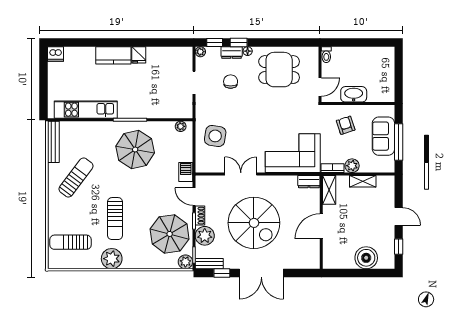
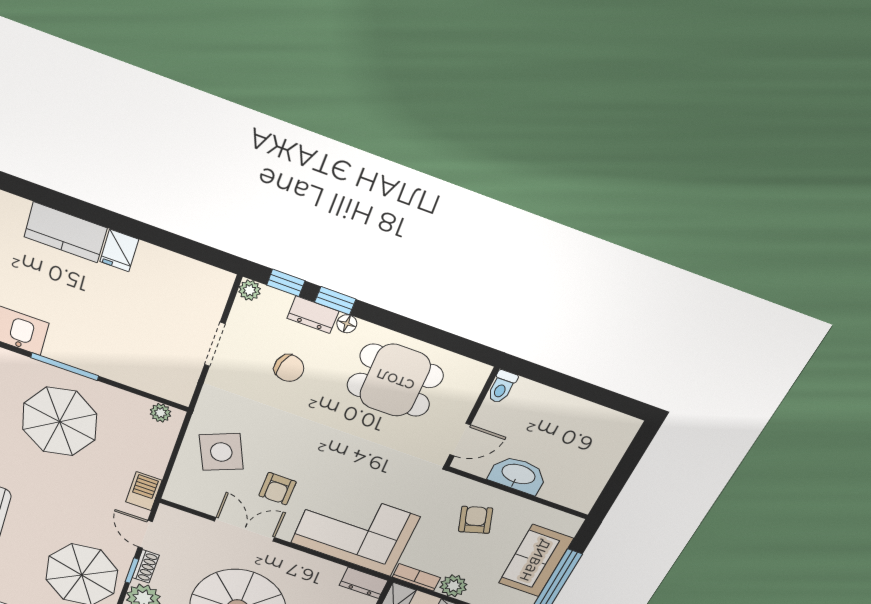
chair: (231, 82) -> (289, 368), turned 106
side table: (215, 136) -> (221, 452), turned -33
armchair: (248, 145) -> (278, 489), added

